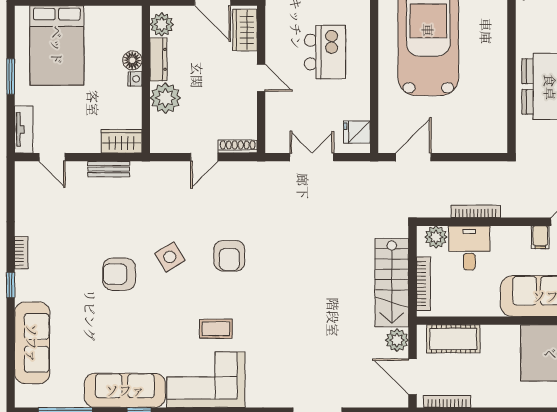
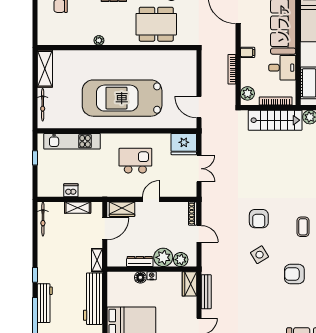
plant: (162, 24) -> (181, 260), moved
fridge: (357, 132) -> (184, 144), width x1.88, depth x1.34
double door: (312, 157) -> (199, 169), swing flipped
bench: (109, 169) -> (206, 292), width x1.36
filing cabinet: (540, 237) -> (248, 52), moved
desk: (469, 248) -> (282, 68), moved, turned 180
armchair: (229, 256) -> (259, 219), turned 90
armchair: (119, 274) -> (294, 274), moved, turned 90

